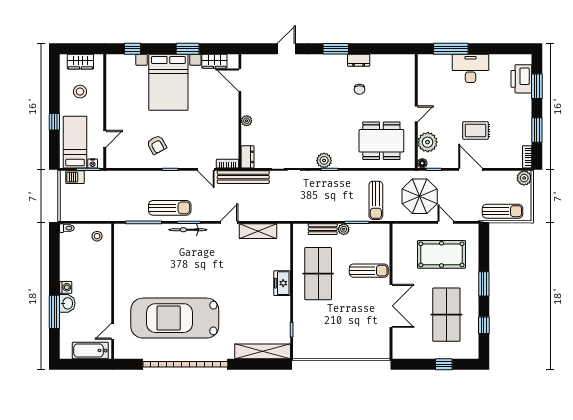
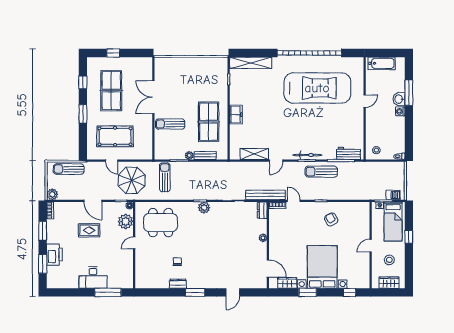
printer: (521, 79) -> (54, 255), moved
door: (105, 139) -> (371, 246), moved
workbench: (134, 232) -> (348, 153), added
door: (113, 331) -> (365, 101), moved

